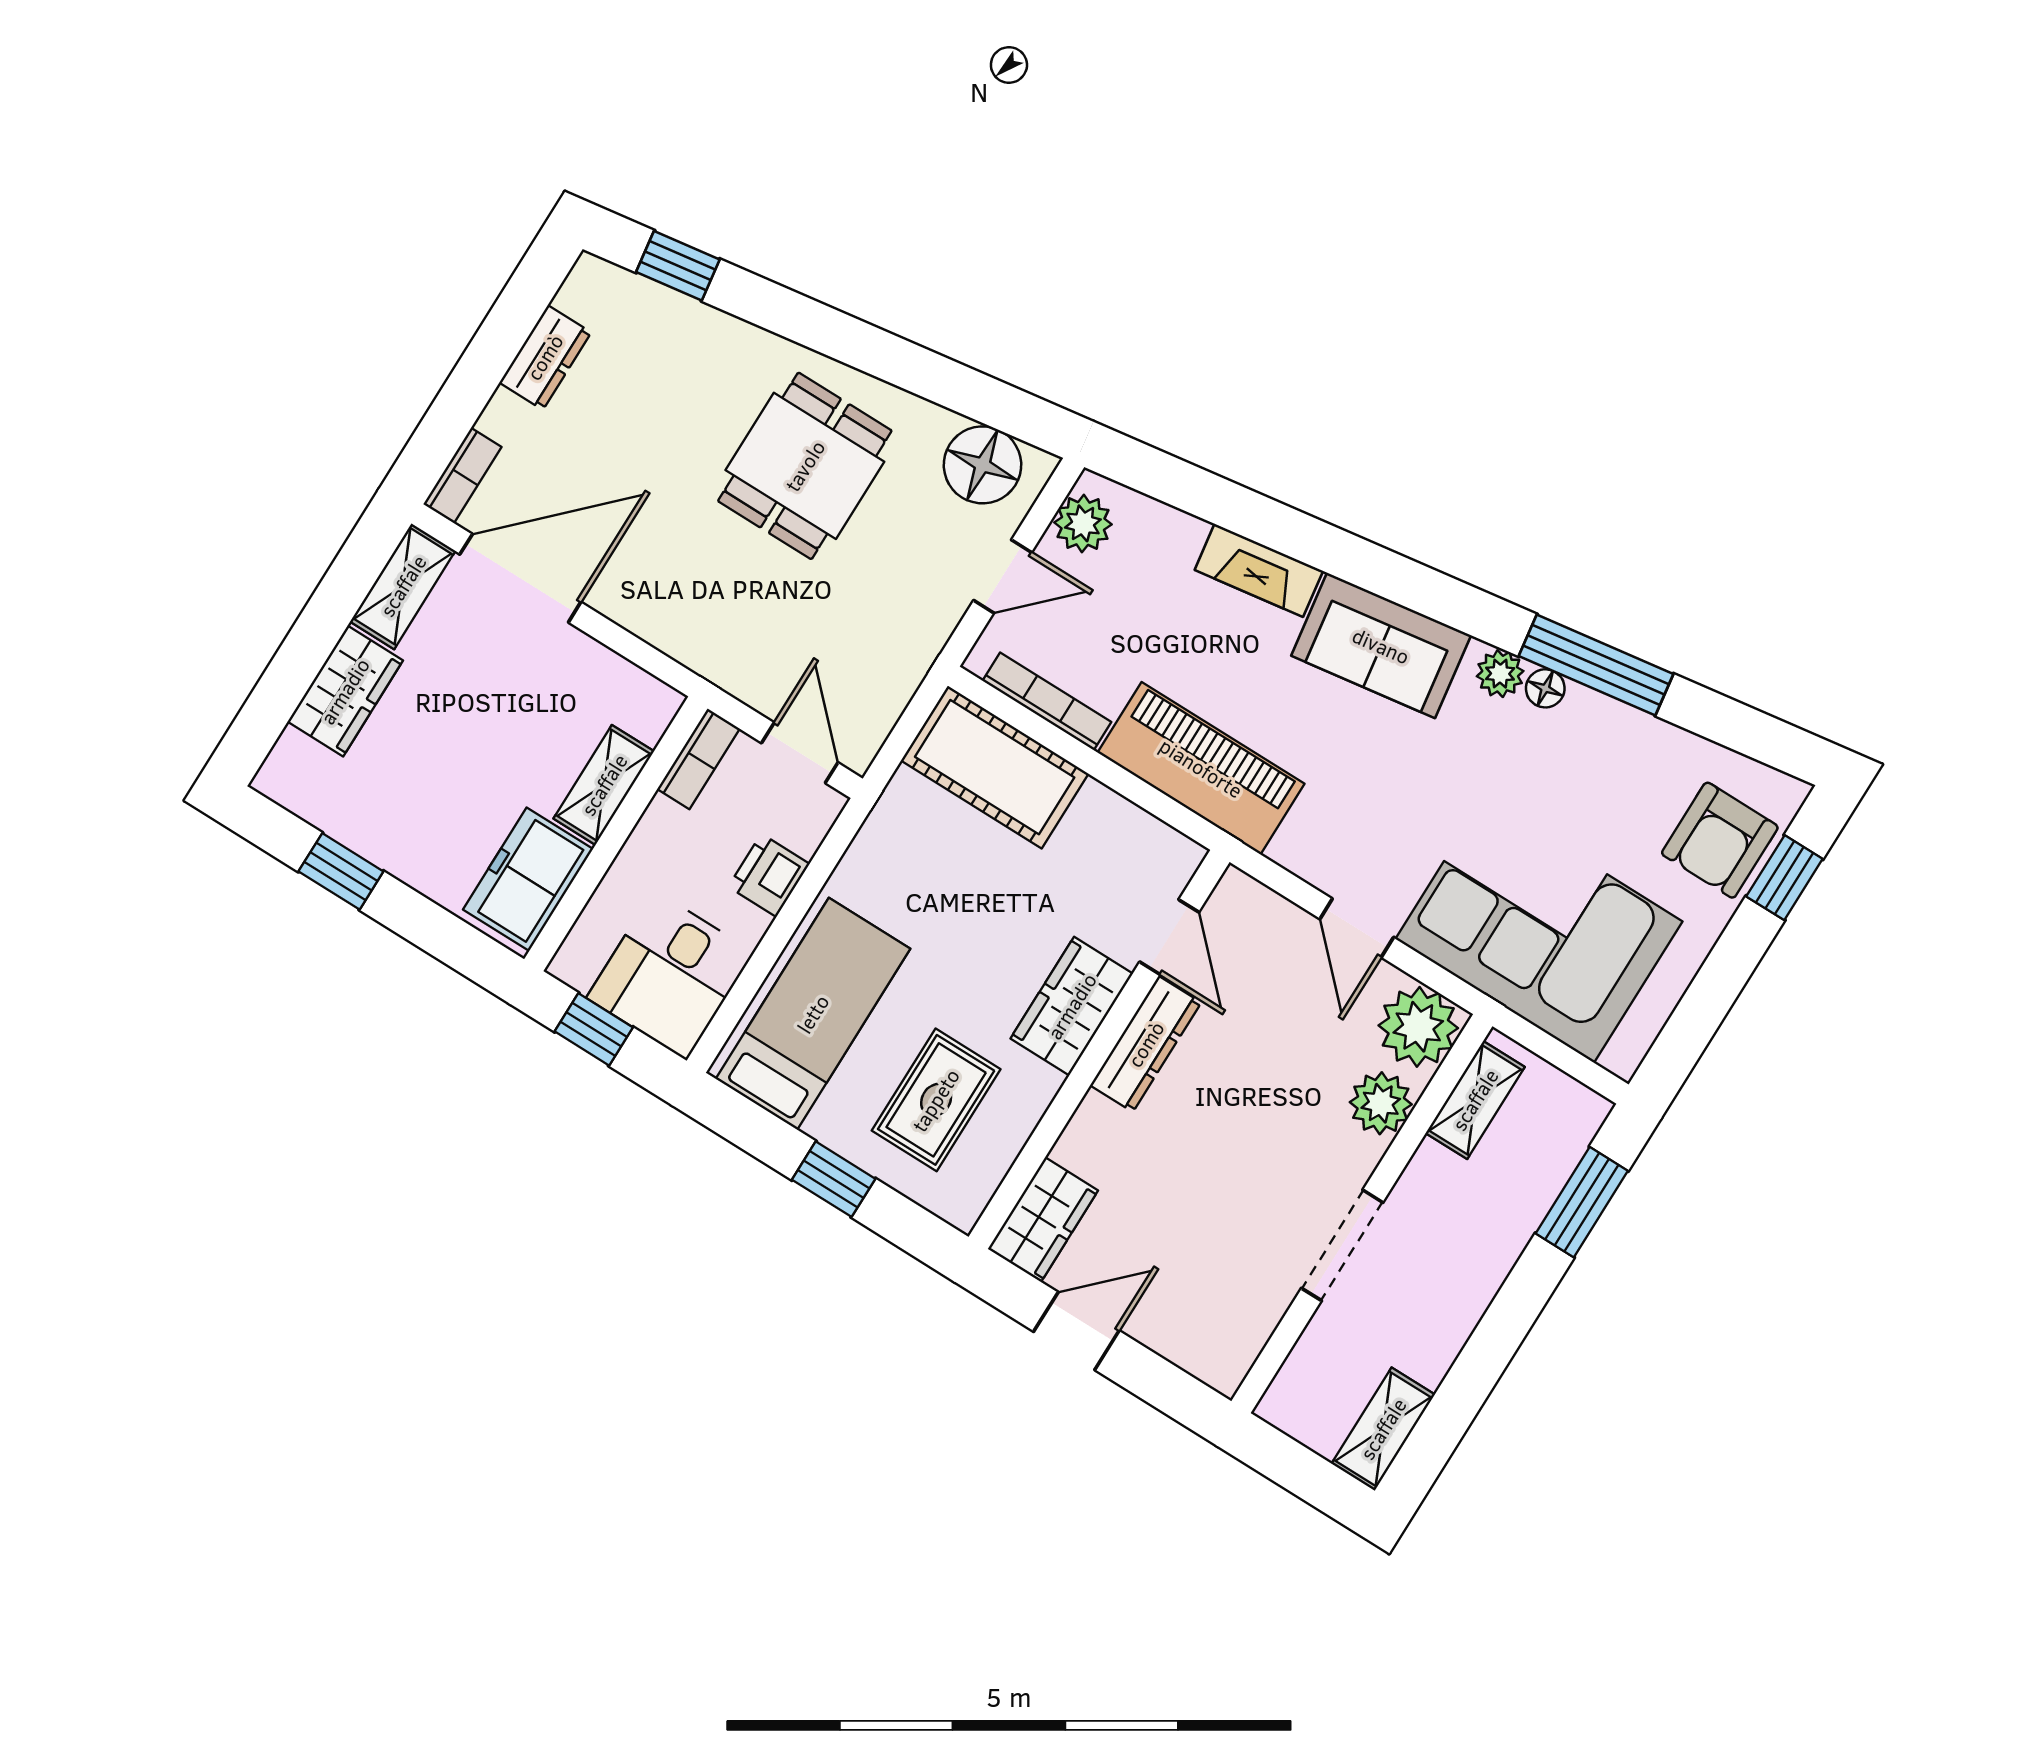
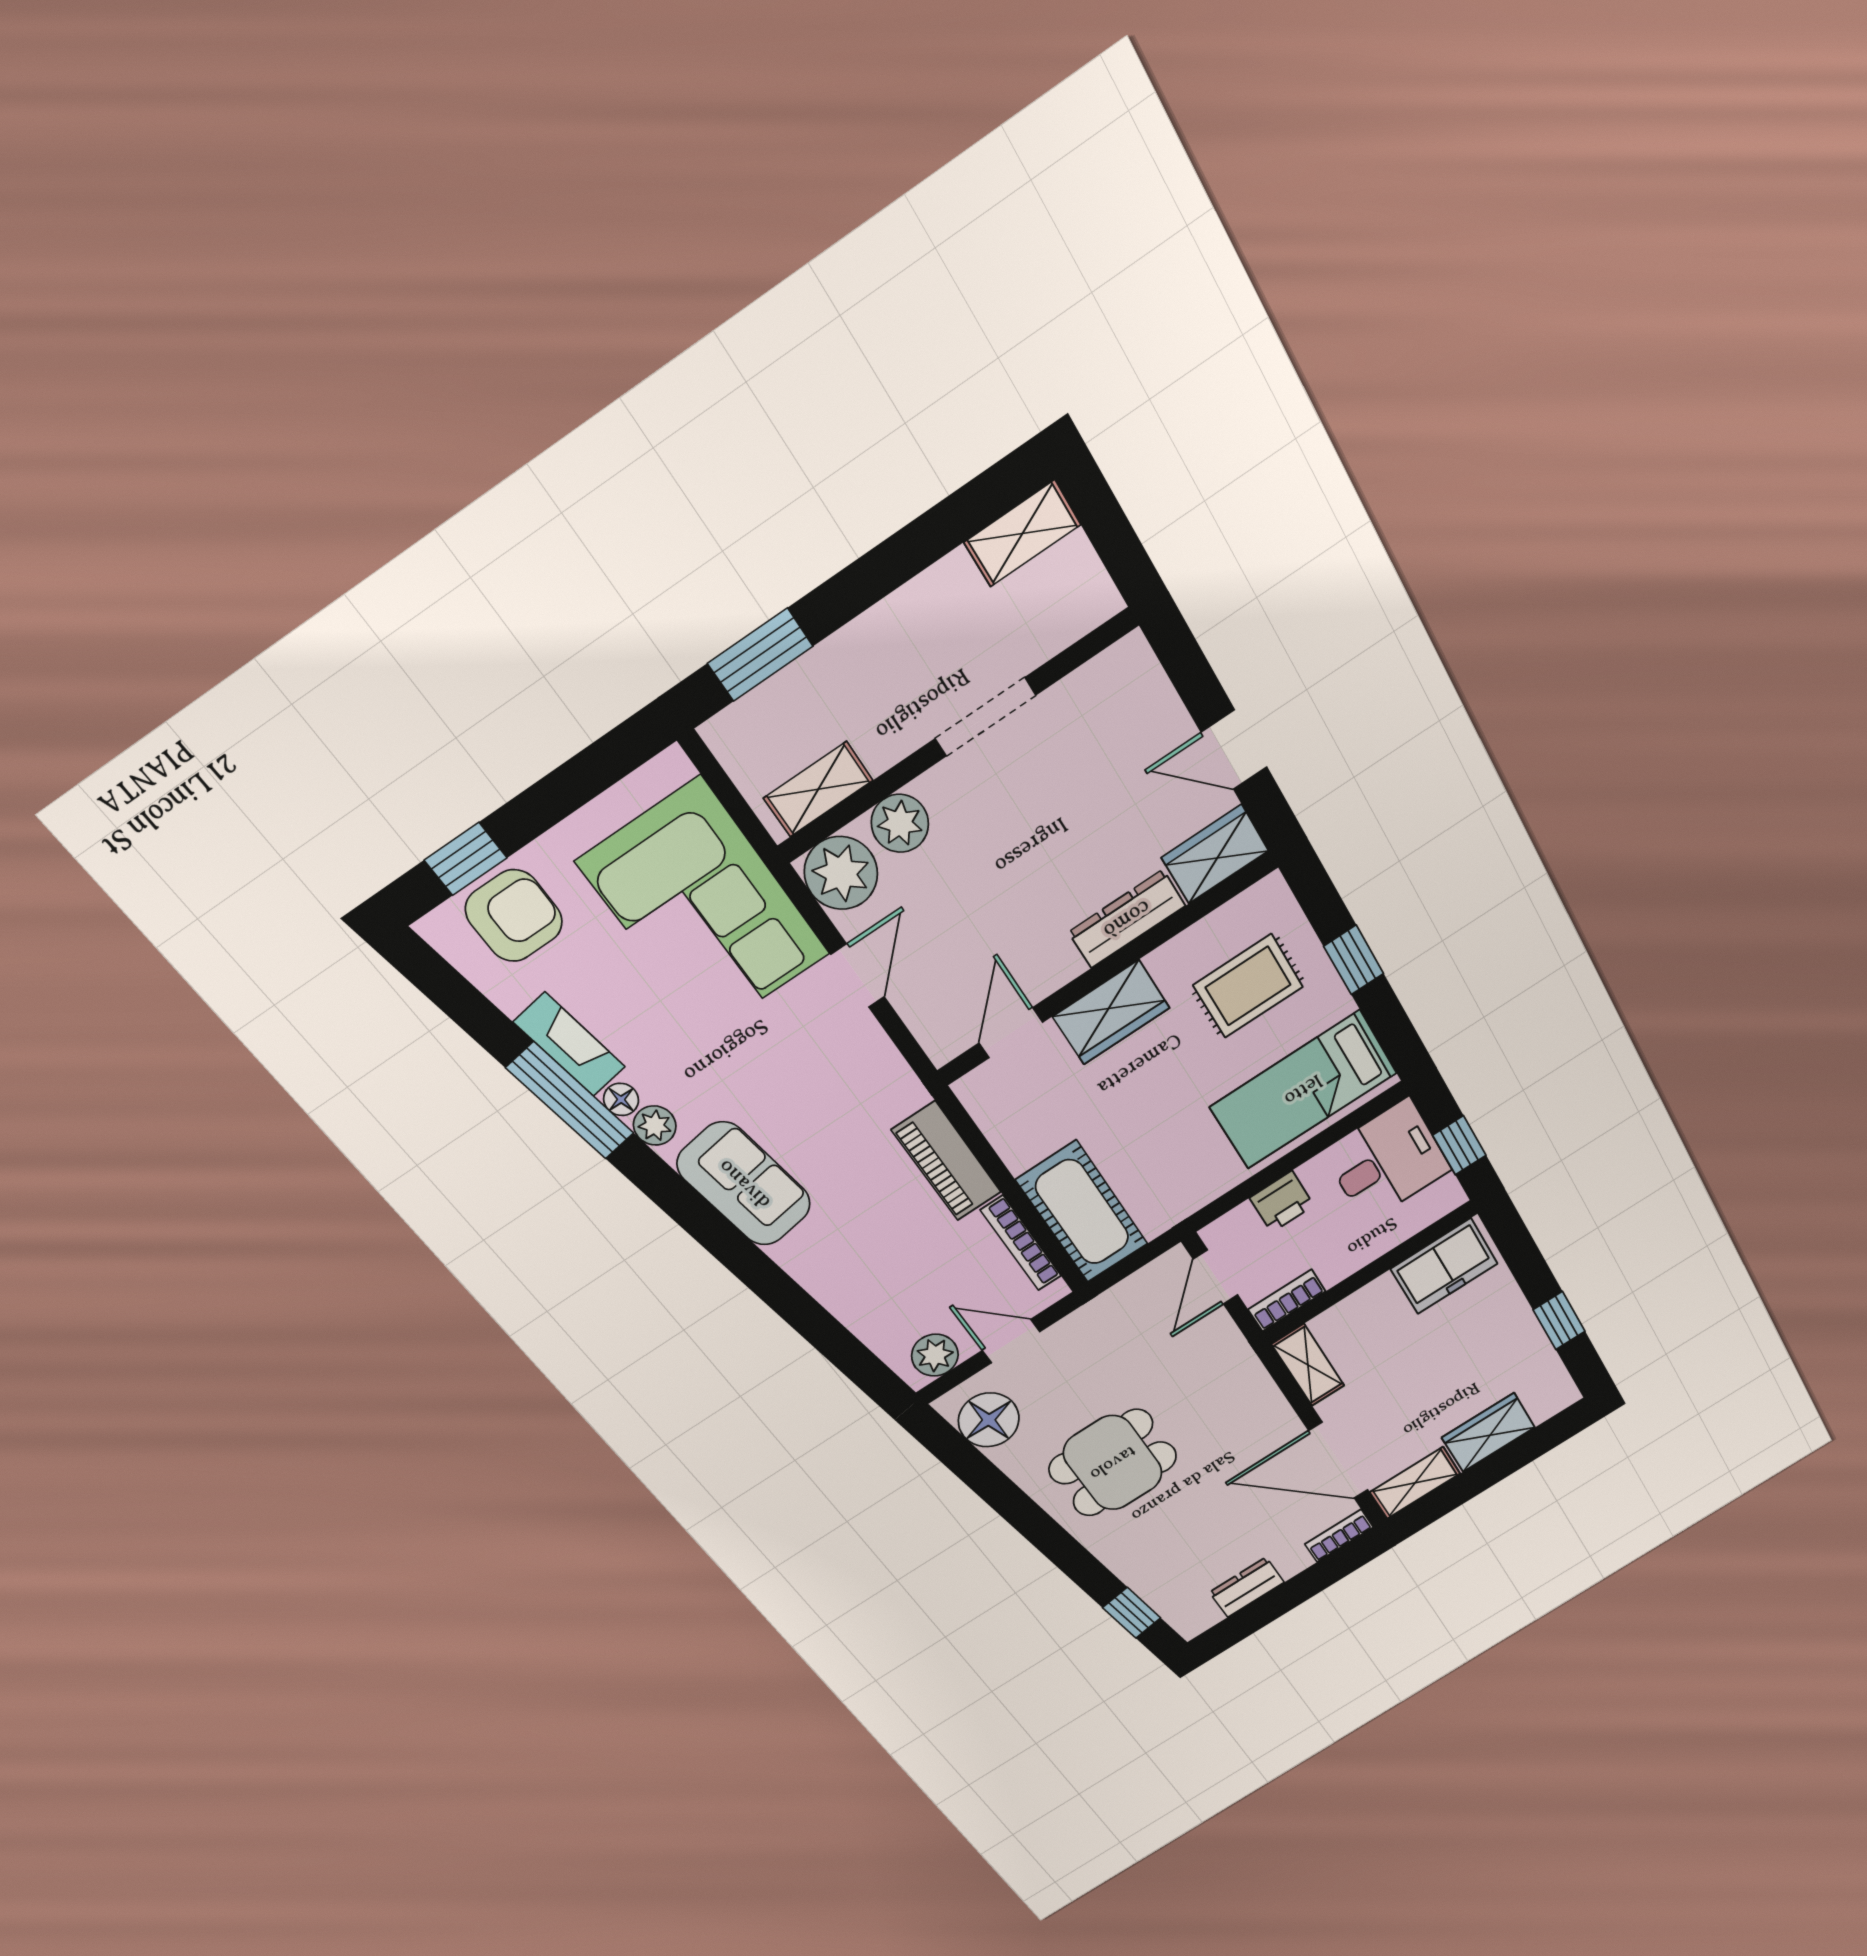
fireplace: (1259, 570) -> (569, 1044), moved
piano: (1201, 768) -> (947, 1161), width x0.73, depth x0.75
shelving: (604, 785) -> (1308, 1365), moved, turned 90
dresser: (1146, 1044) -> (1127, 919), moved

